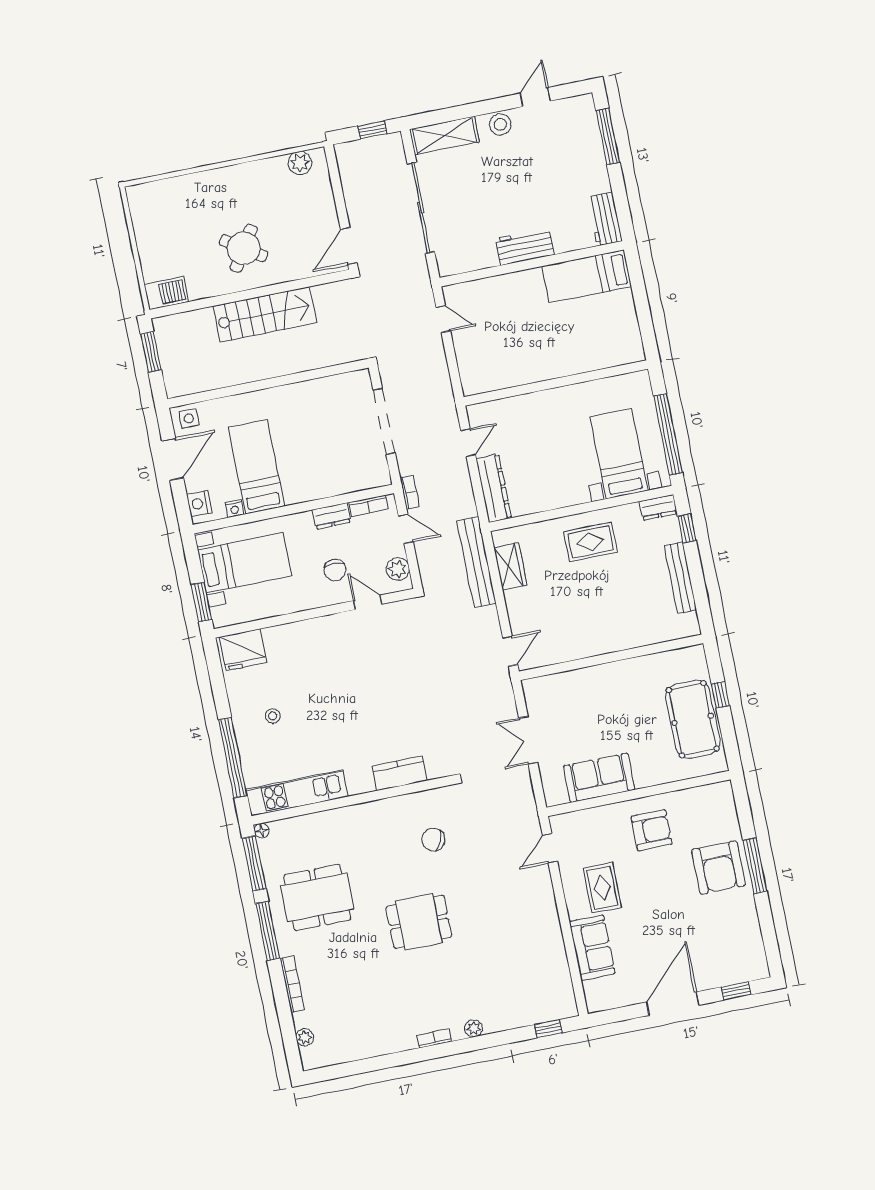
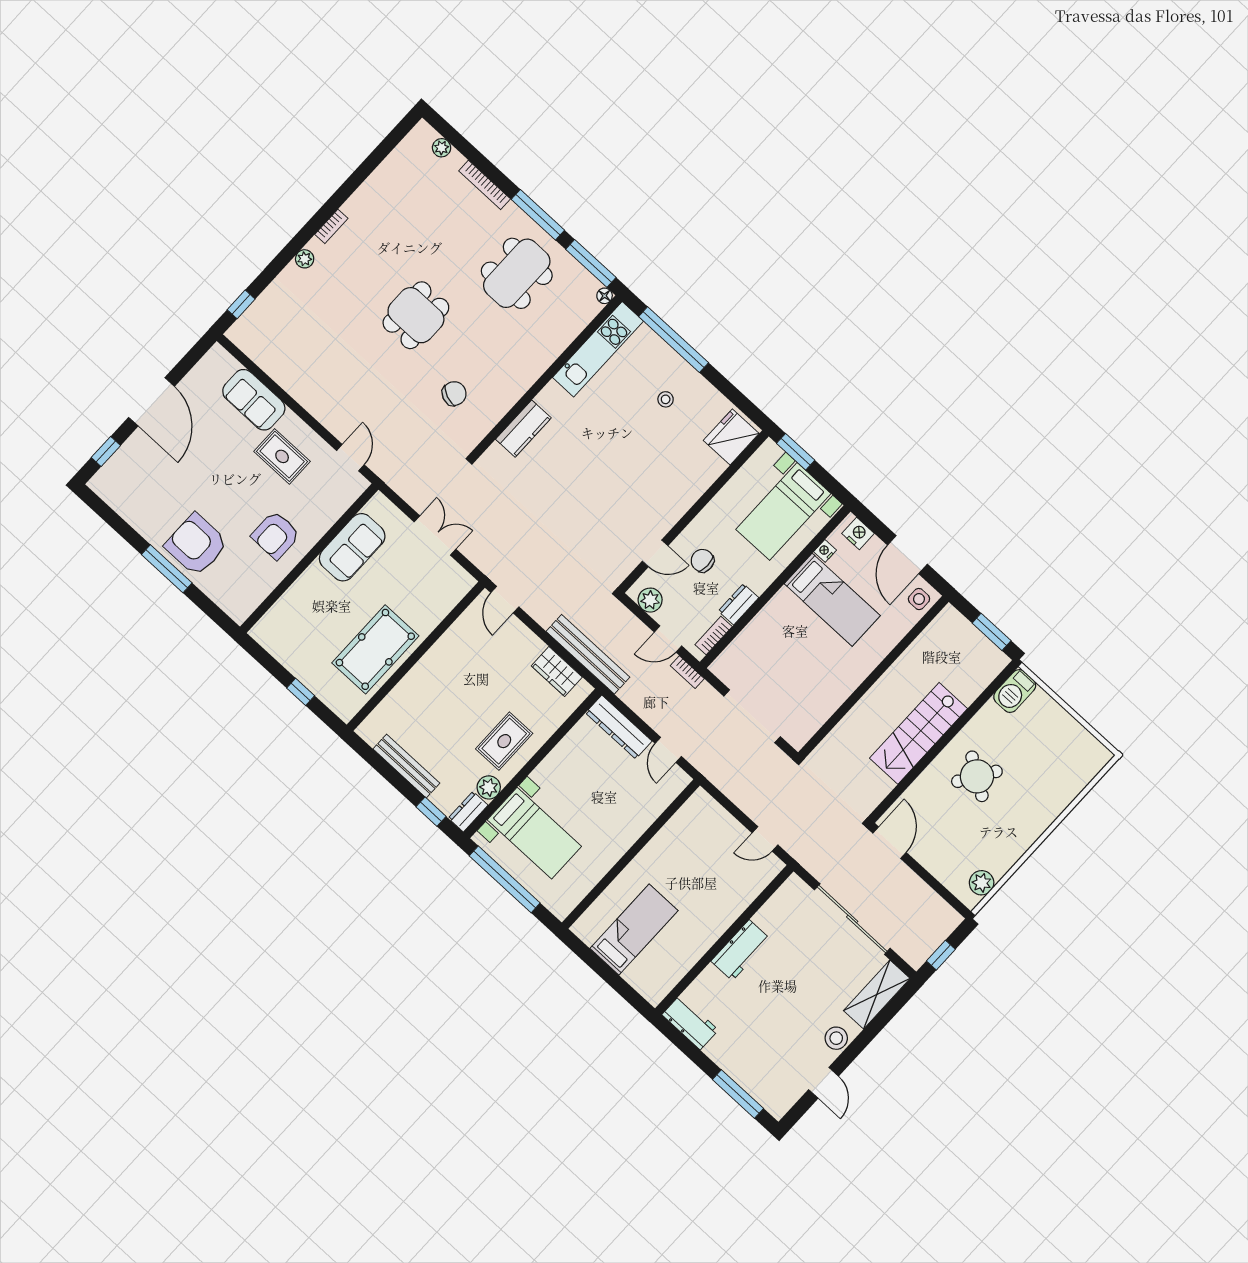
bed: (587, 276) -> (634, 930), moved
plant: (628, 515) -> (489, 787), added
pool table: (693, 719) -> (375, 649), moved, turned 90

